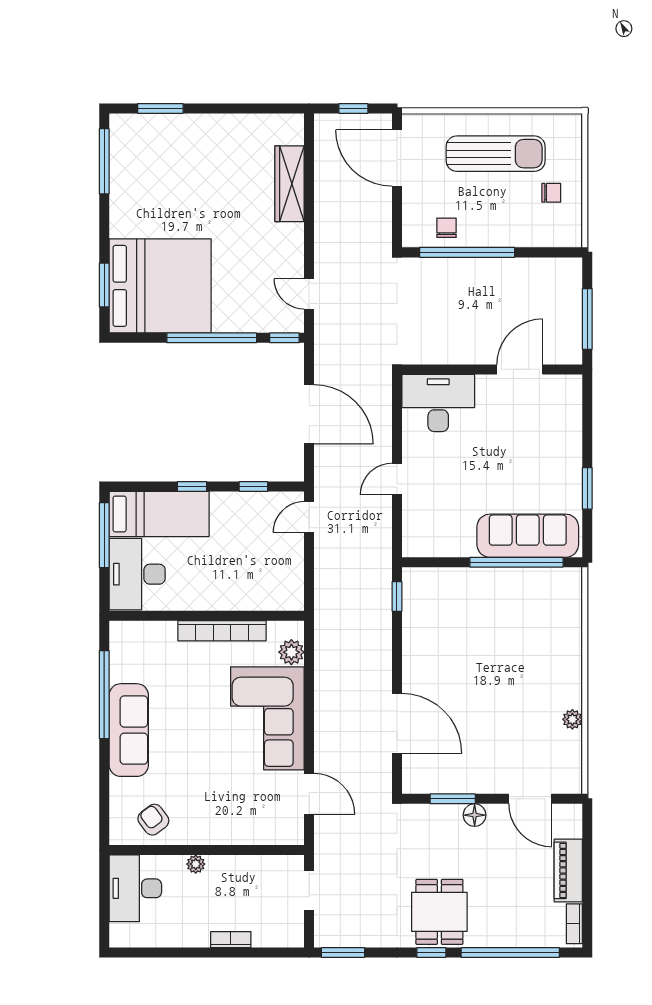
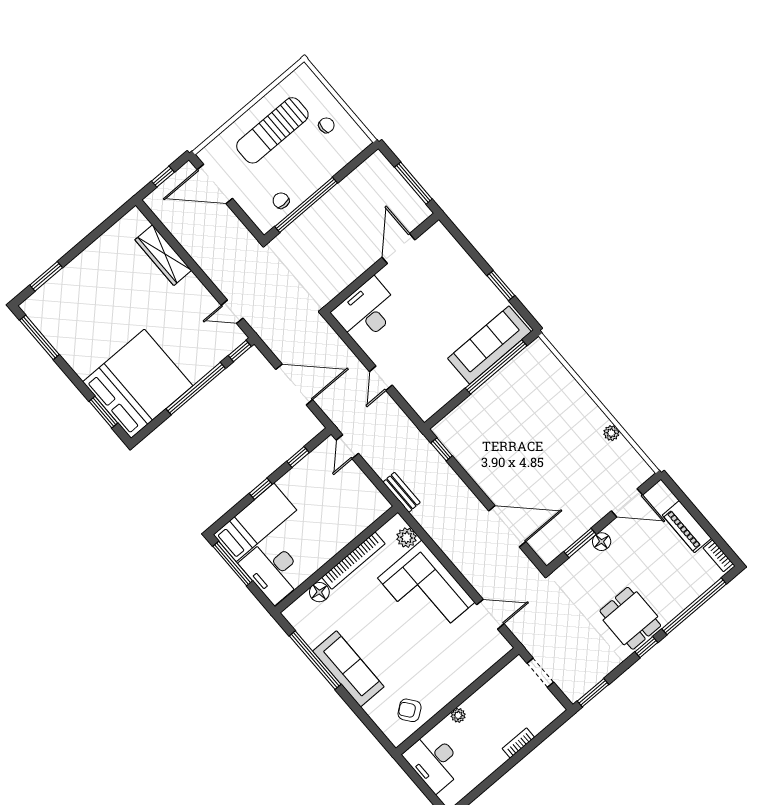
sun lounger: (496, 154) -> (272, 130), turned 180
bench: (324, 605) -> (401, 492), added
floor lamp: (164, 633) -> (319, 592), added

